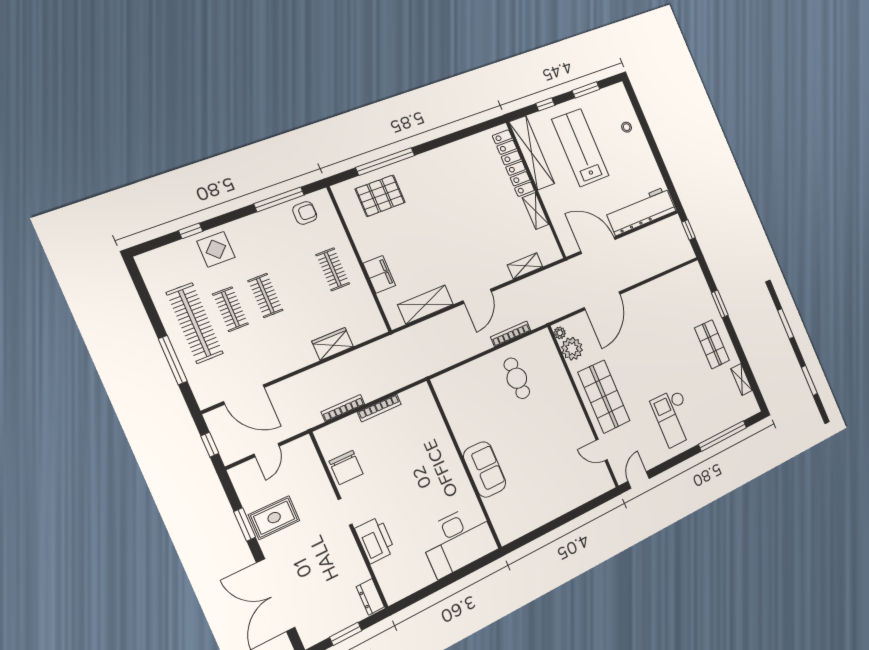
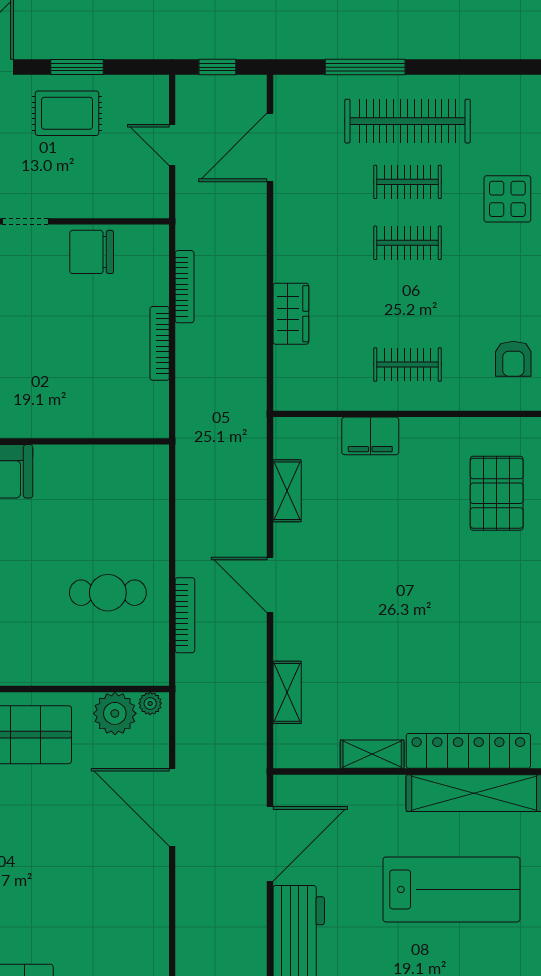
shelving: (425, 305) -> (287, 491), width x0.67, depth x0.75
rug: (274, 518) -> (67, 113), turned 90

